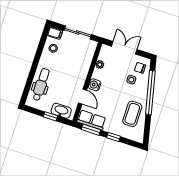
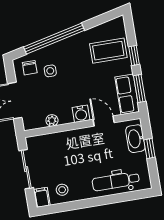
door: (83, 97) -> (104, 121), hinge flipped
coffee table: (132, 114) -> (108, 51), moved

